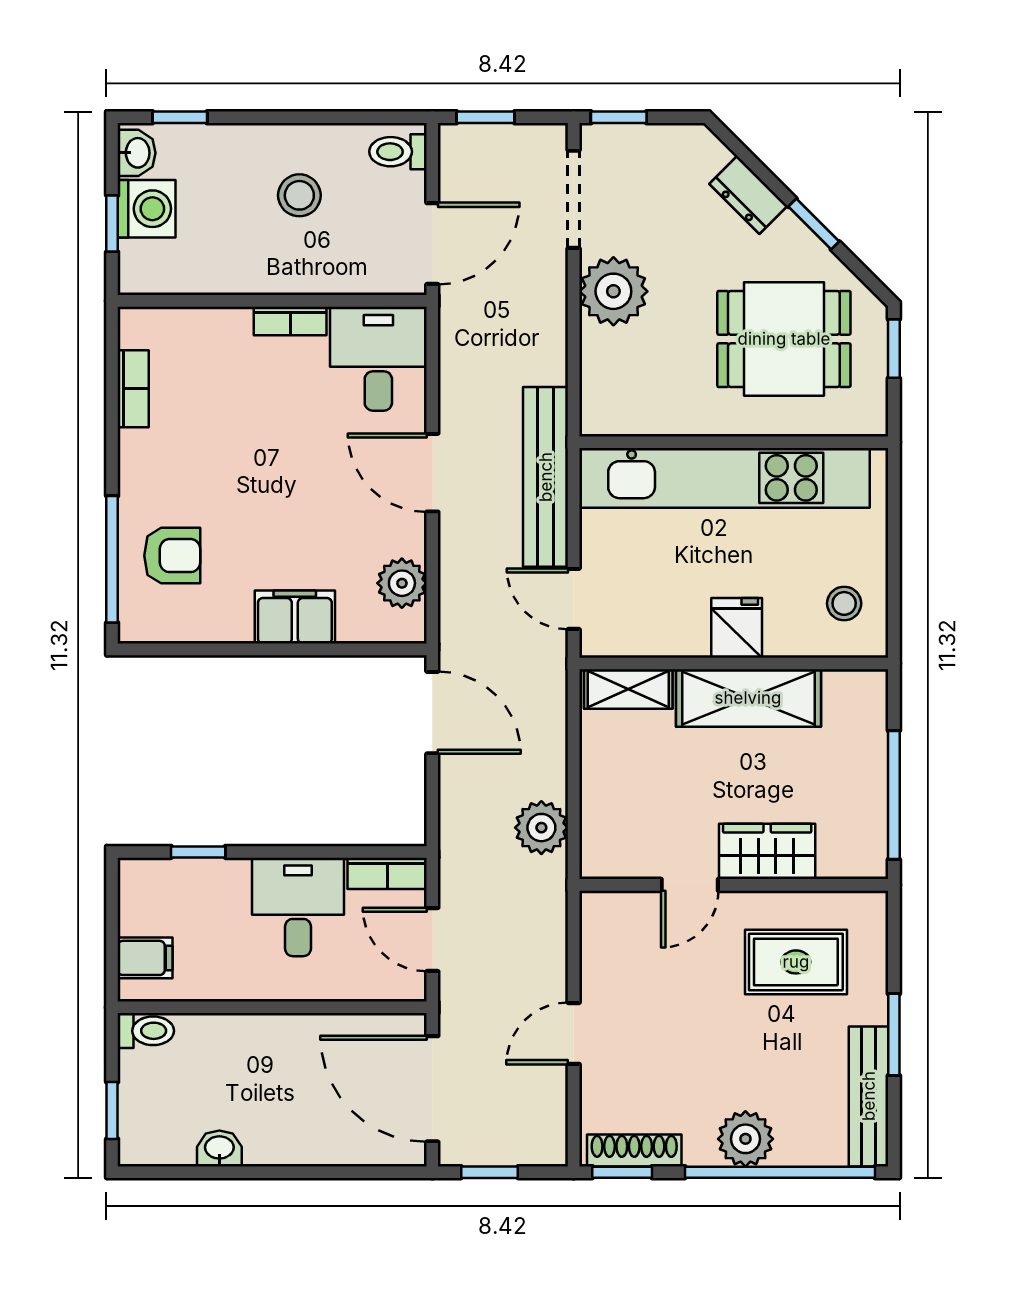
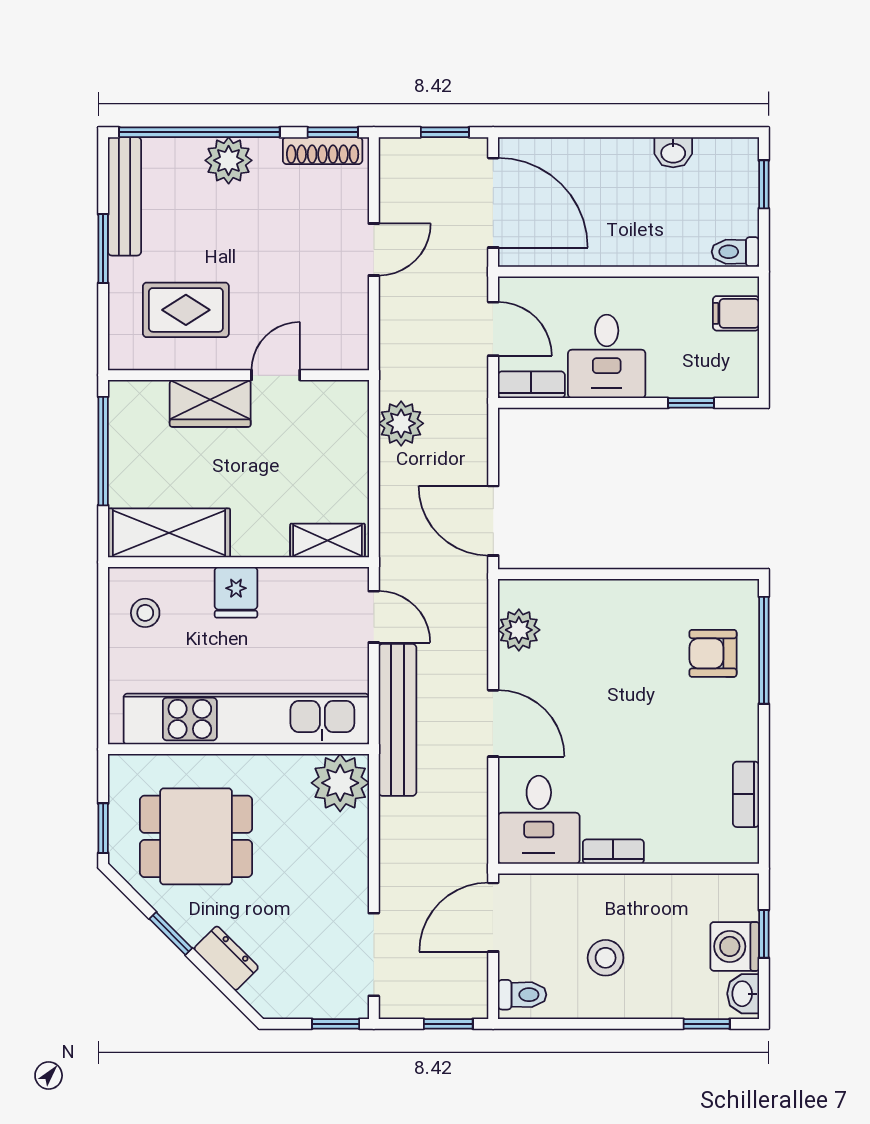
plant: (613, 291) -> (340, 783), moved
filing cabinet: (295, 617) -> (609, 601), removed
shelving: (748, 698) -> (169, 533), moved

